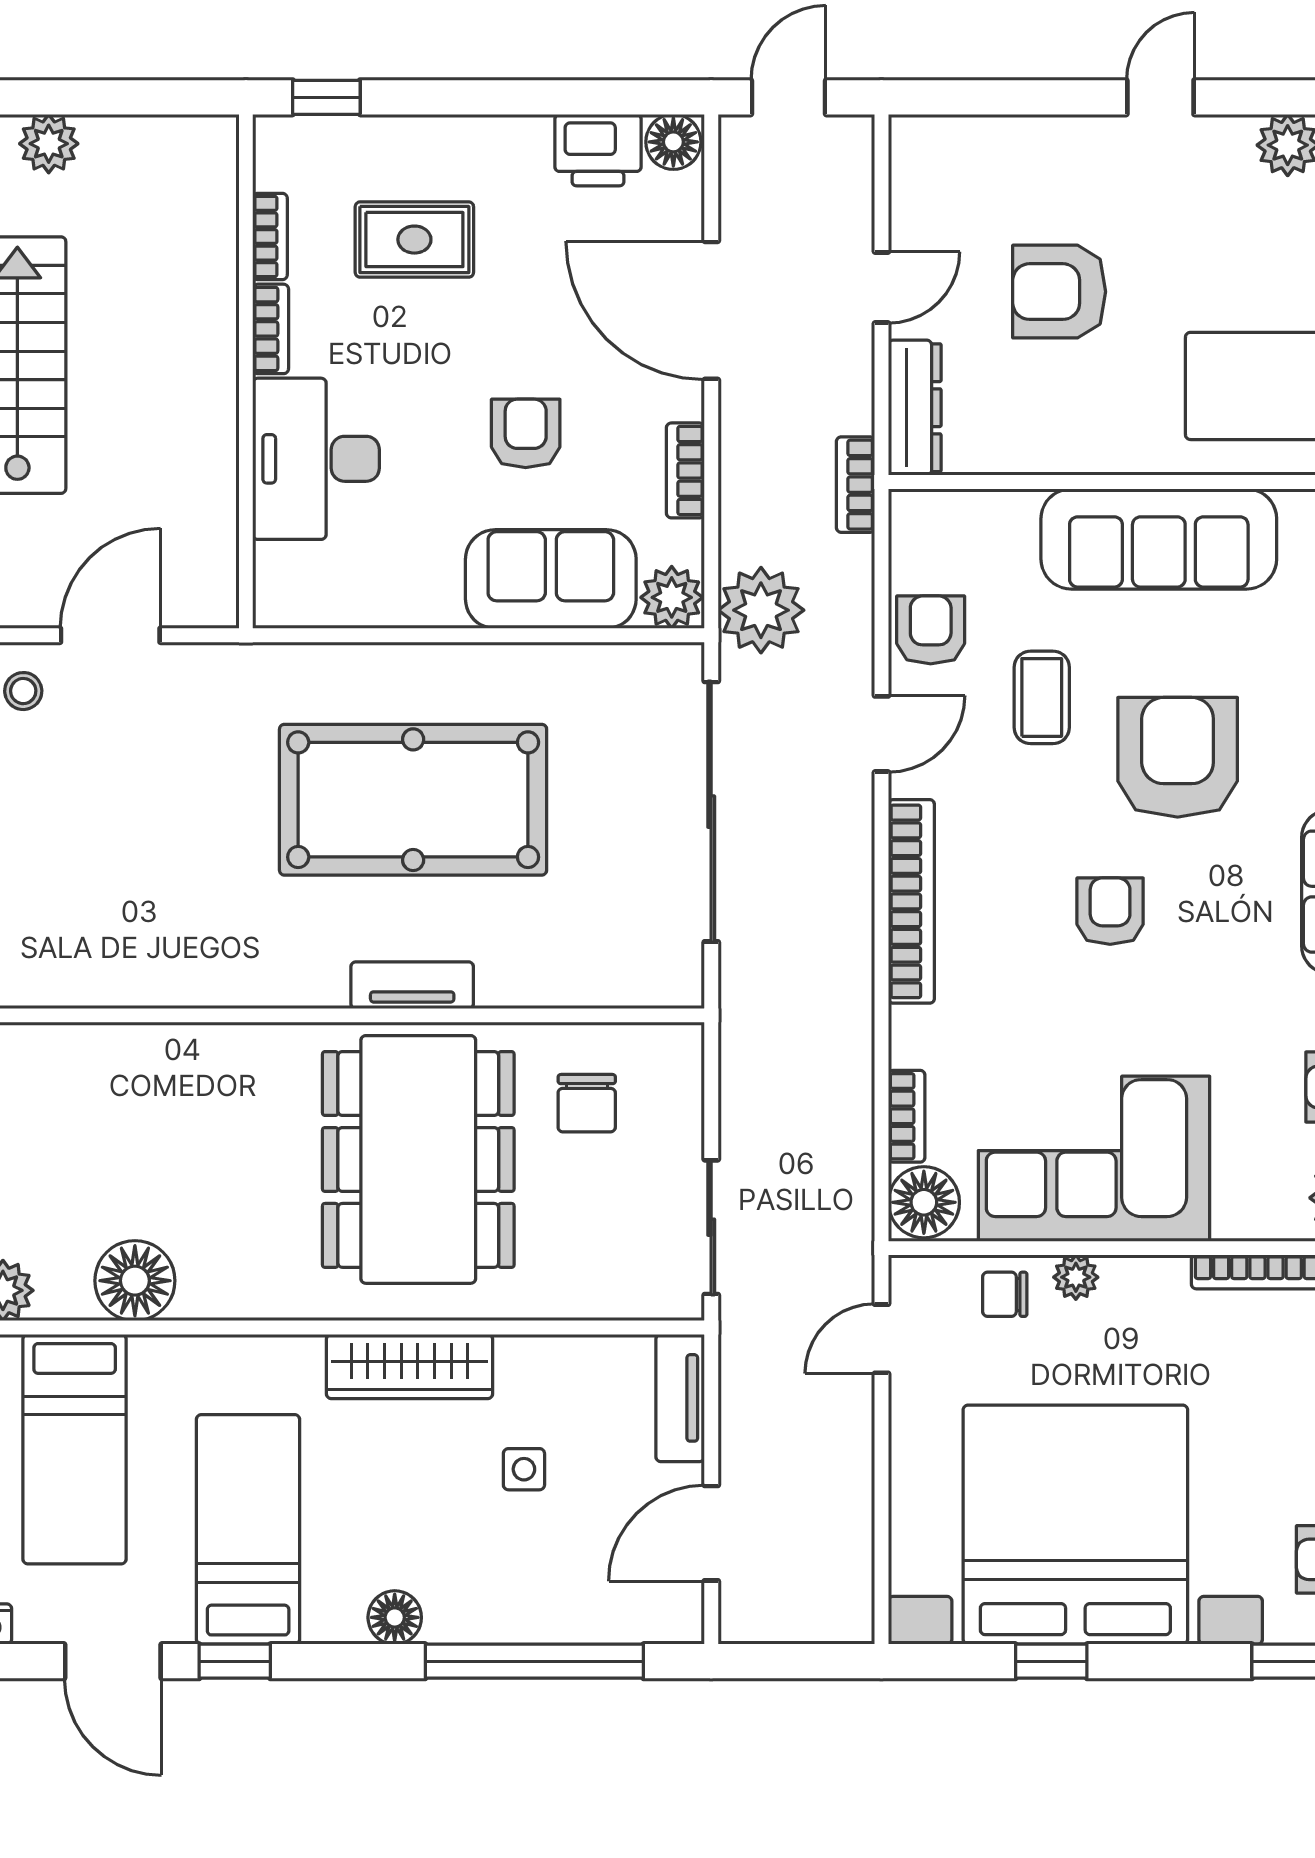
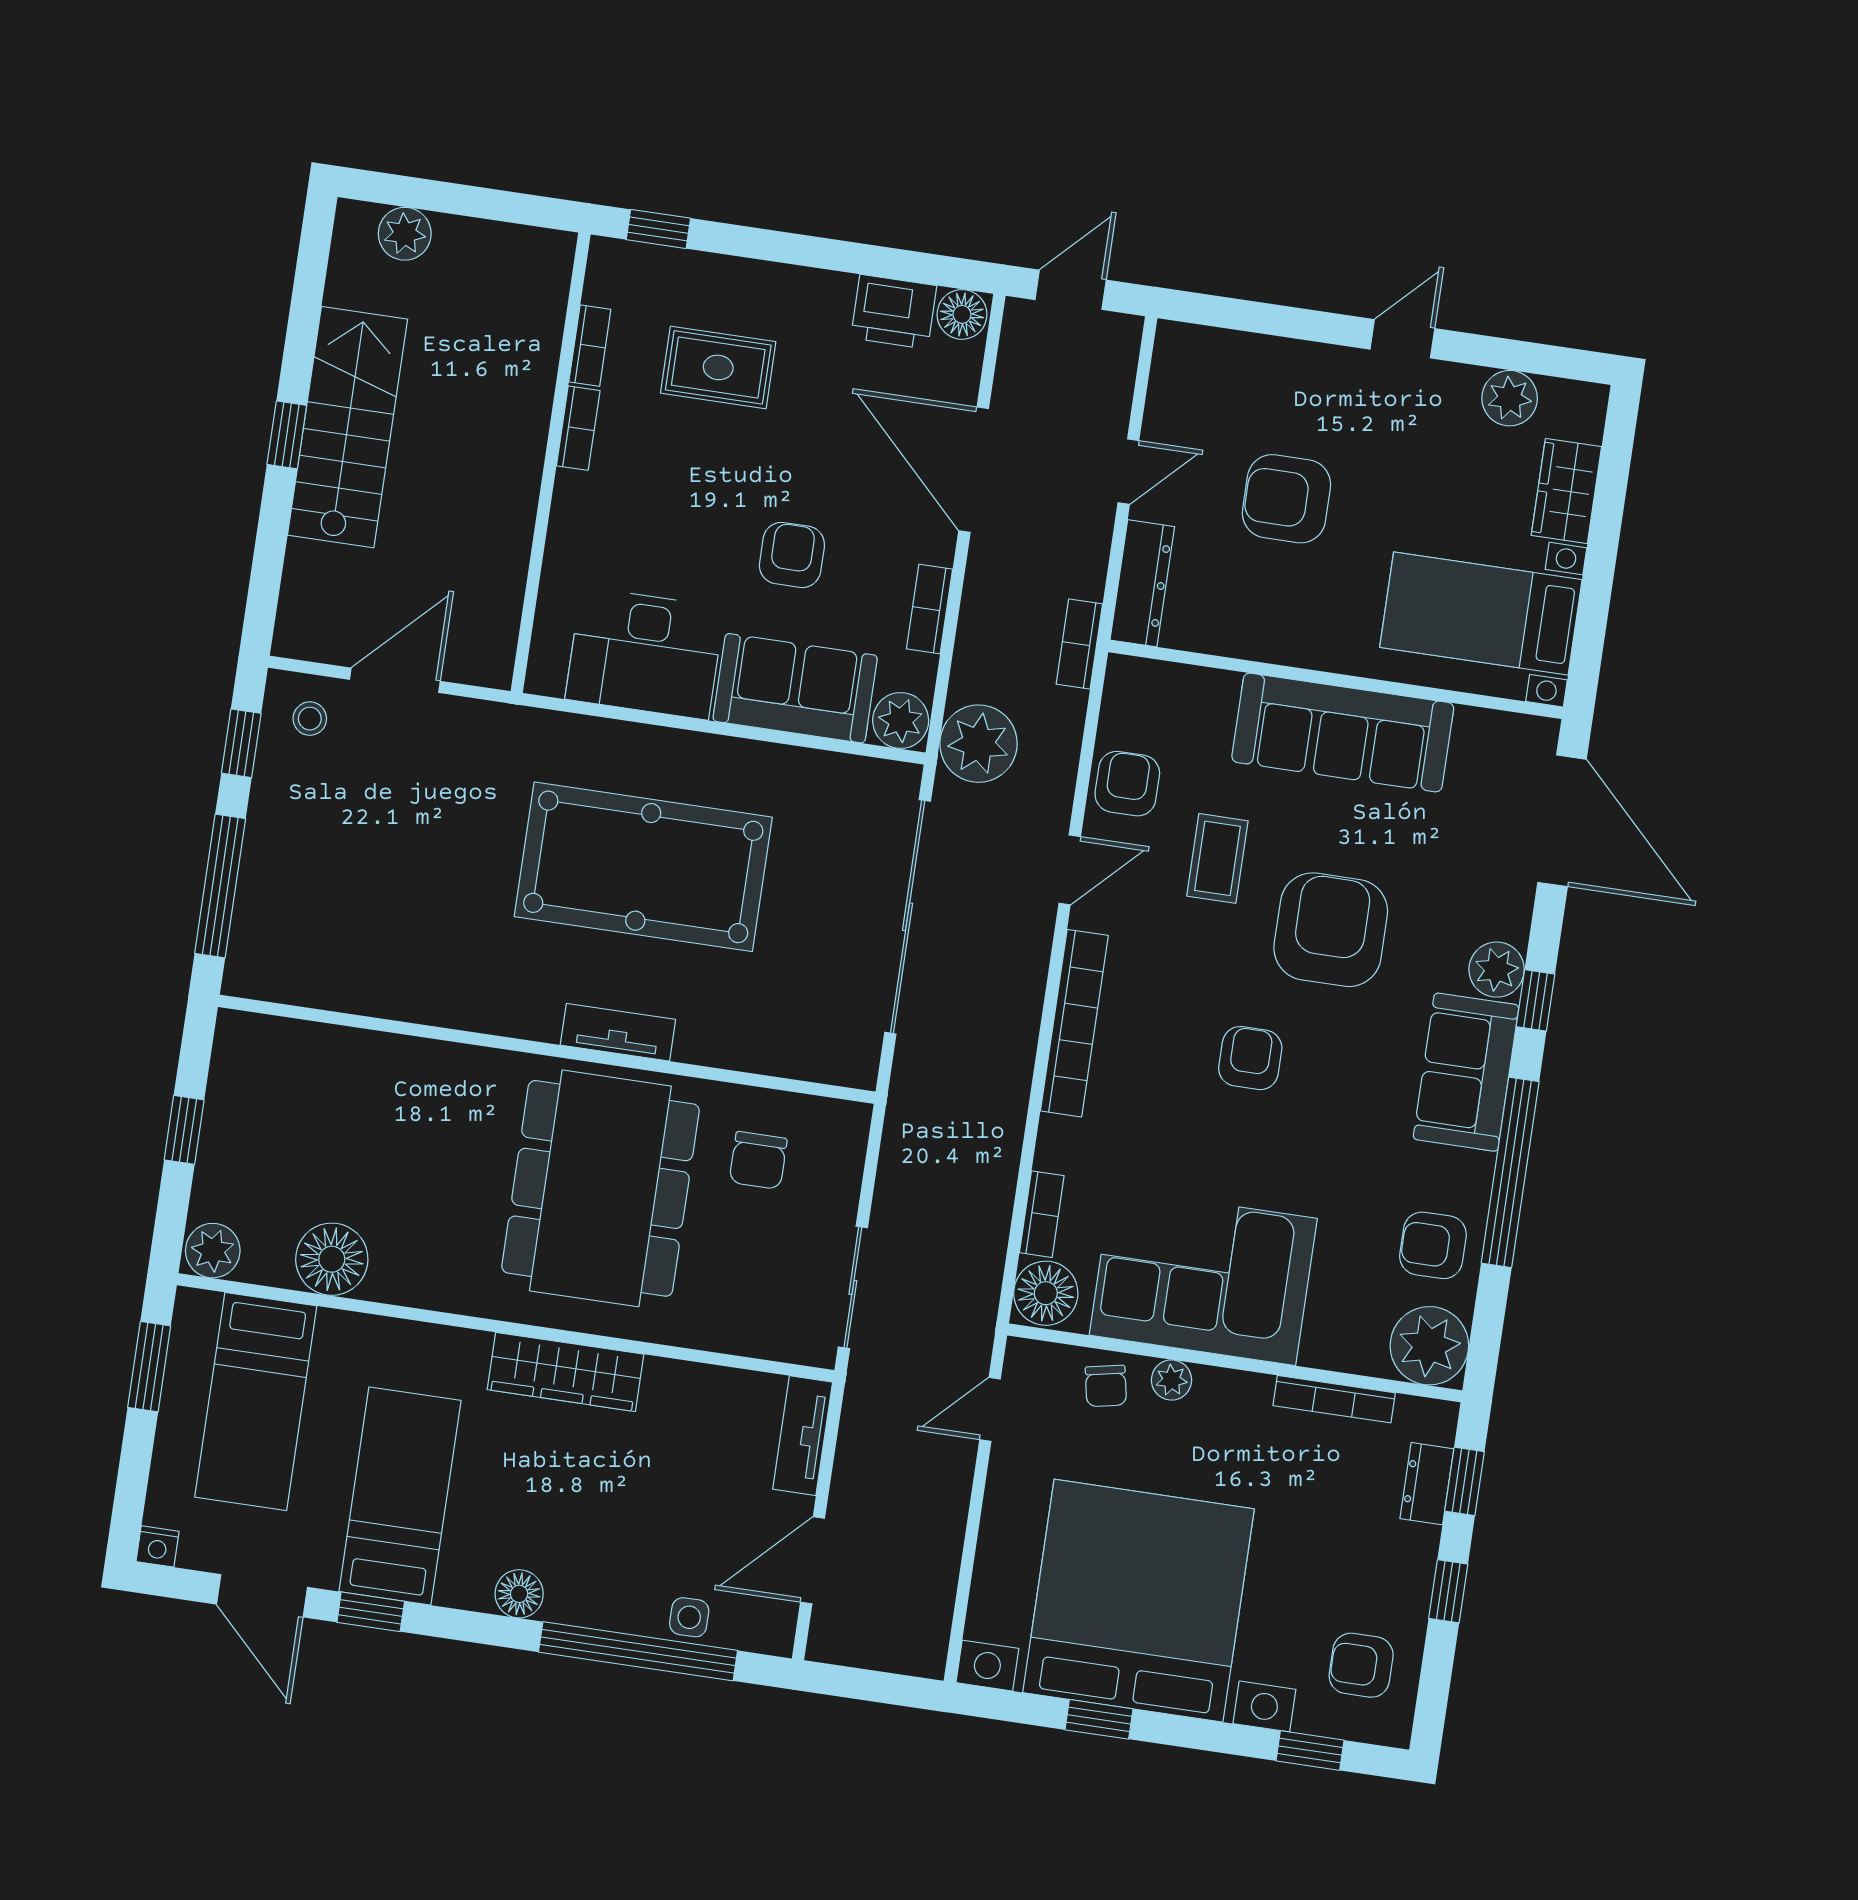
desk: (316, 459) -> (645, 653), moved, turned -90
chair: (1005, 1294) -> (1106, 1386), turned -101
side table: (524, 1469) -> (689, 1617), moved

